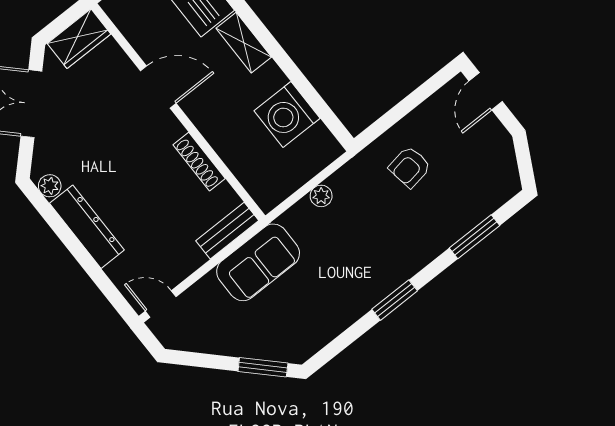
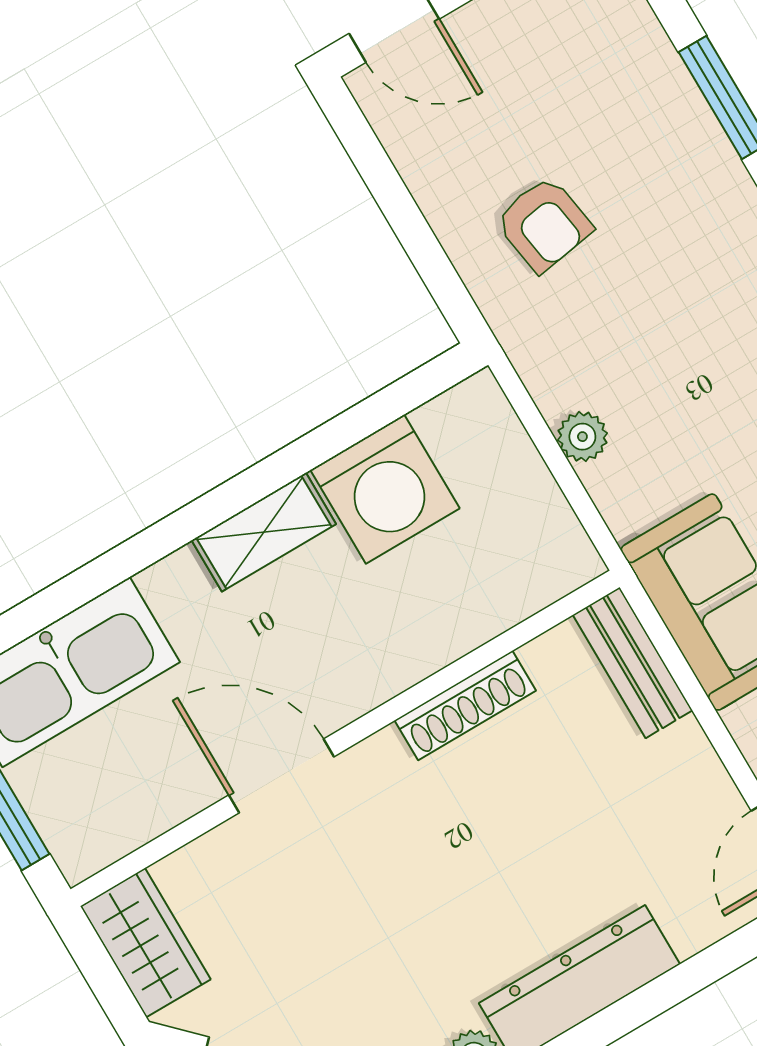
shelving: (244, 43) -> (264, 532), moved
door: (158, 87) -> (281, 776), hinge flipped

